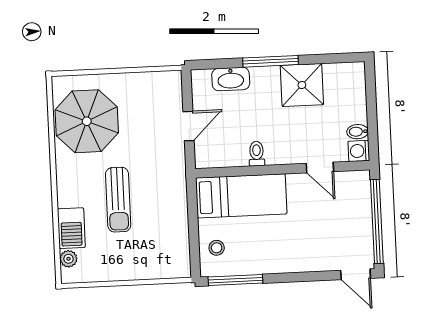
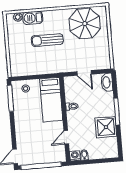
washbasin: (231, 79) -> (107, 82), moved

